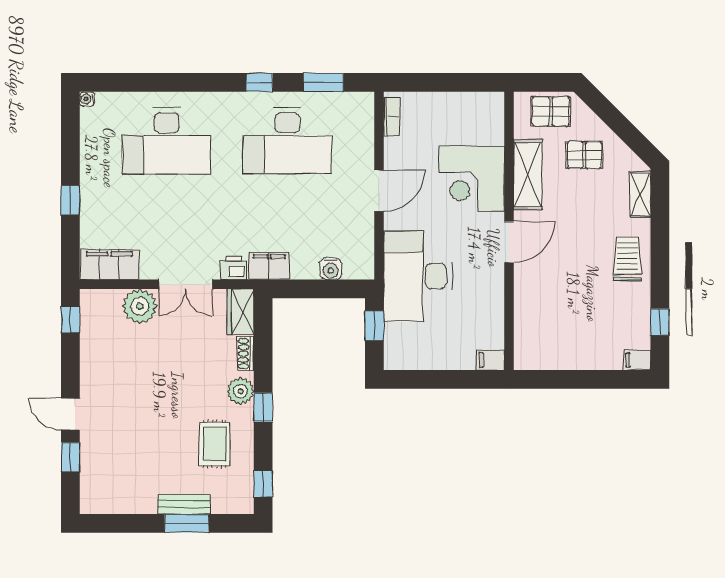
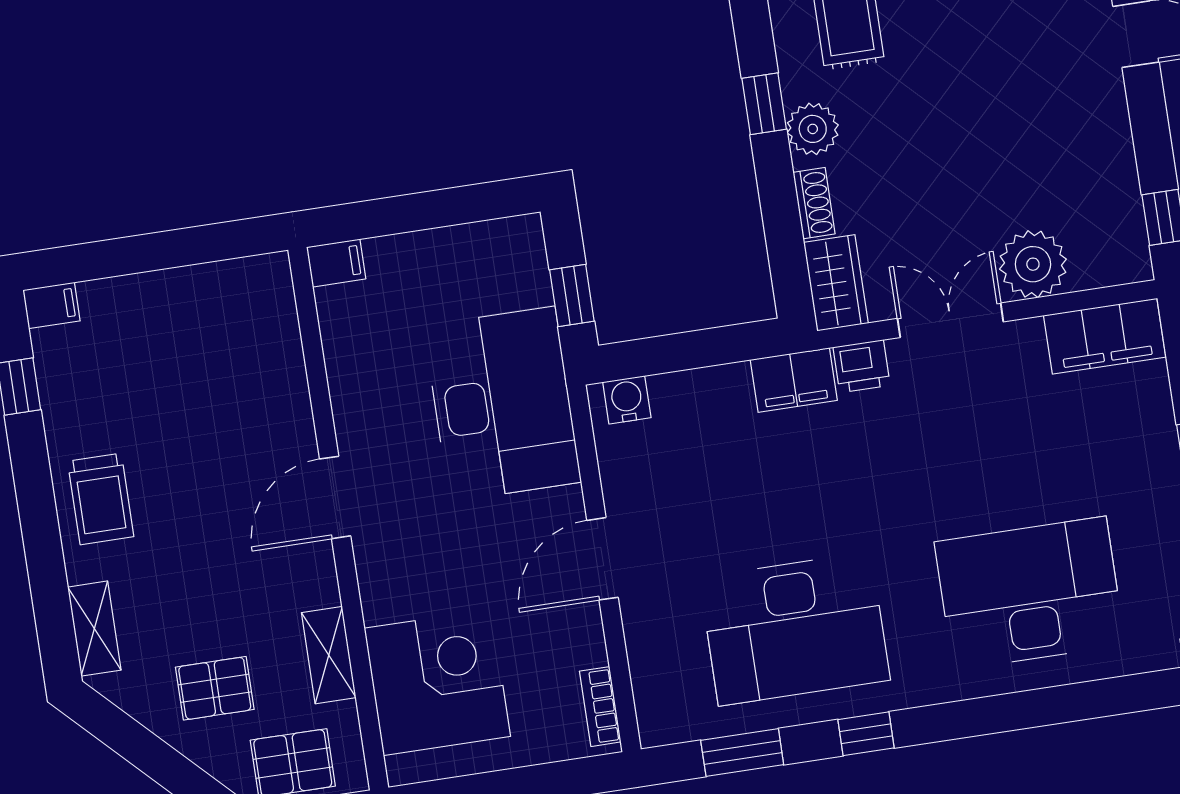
desk: (288, 141) -> (795, 629), turned 180
shelving: (528, 175) -> (329, 655), width x0.67, depth x0.75
corner desk: (472, 179) -> (437, 682), moved
water cooler: (331, 269) -> (627, 400), moved

